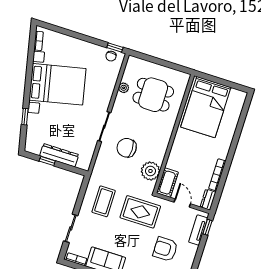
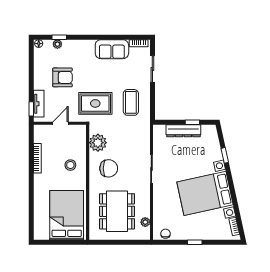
window: (115, 47) -> (195, 242), moved
plant: (124, 88) -> (145, 222), moved
dining table: (153, 95) -> (117, 211), width x1.38
chair: (127, 148) -> (109, 168), moved
stool: (186, 157) -> (70, 165), added
cot: (167, 183) -> (79, 137), removed
dresser: (208, 200) -> (39, 134), removed
door: (182, 203) -> (61, 123), swing flipped

